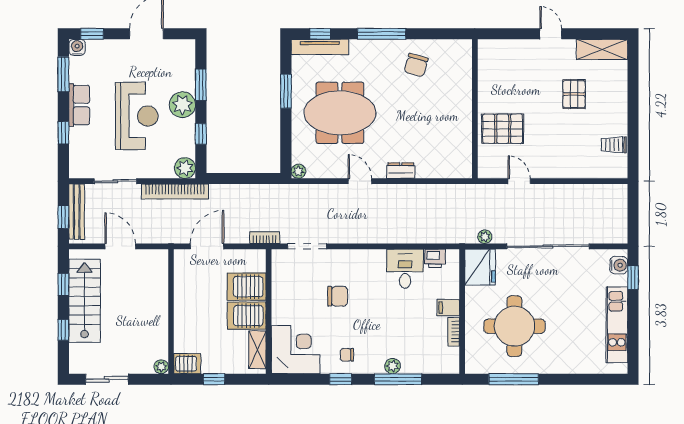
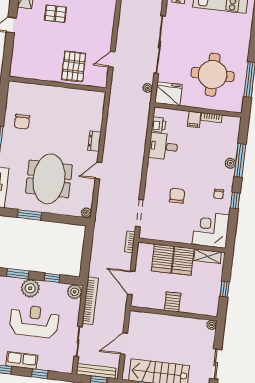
chair: (416, 65) -> (22, 122), turned 74
server rack: (187, 364) -> (172, 302), moved

